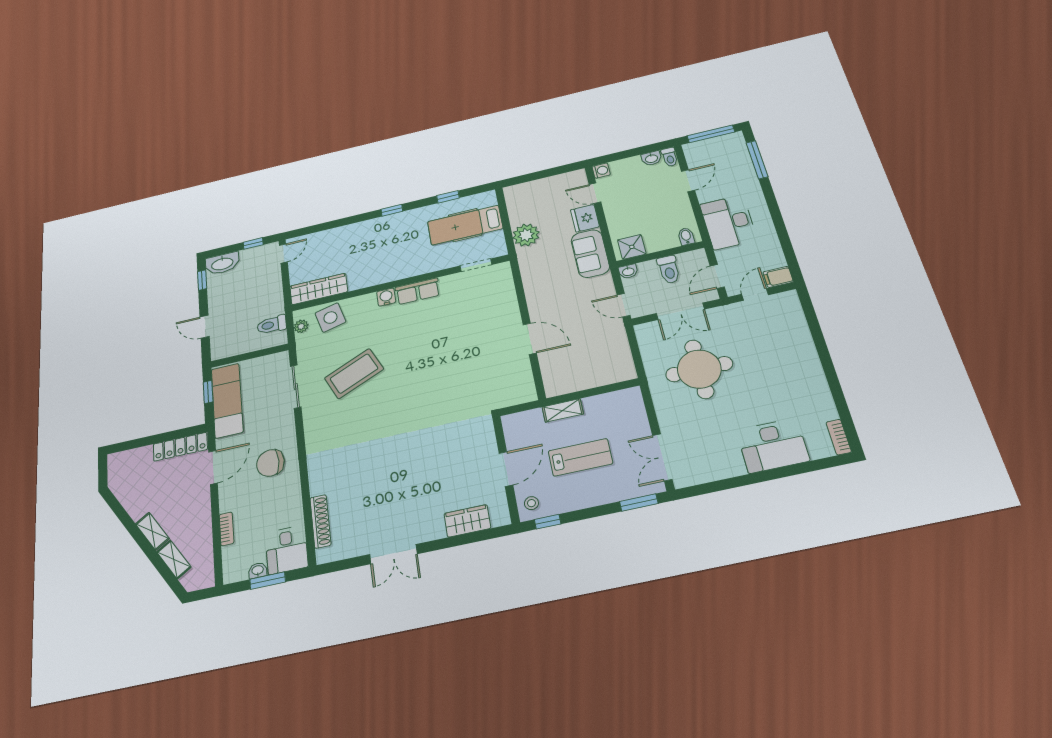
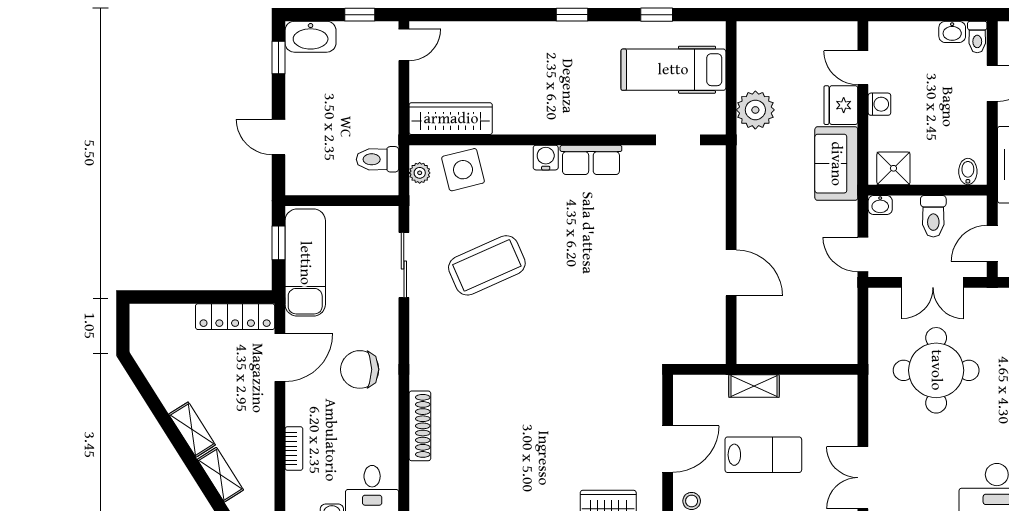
washing machine: (601, 171) -> (879, 104), moved
shoe rack: (320, 521) -> (420, 426), moved

